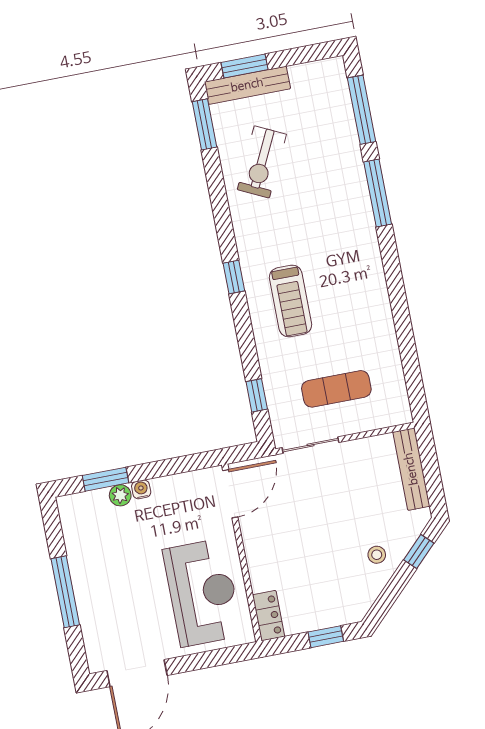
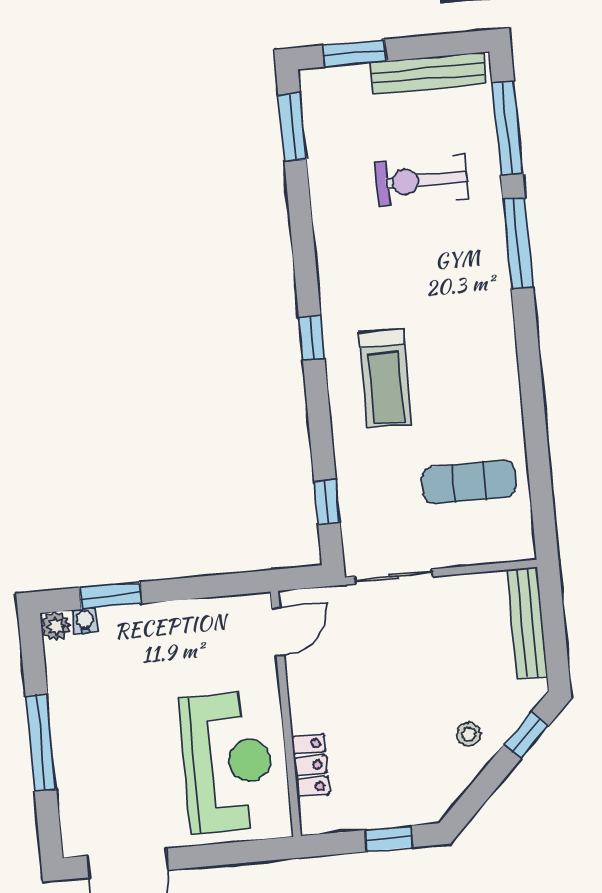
bench: (247, 85) -> (428, 73), moved
exercise bike: (262, 162) -> (422, 180), moved, turned 64
exercise mat: (336, 389) -> (469, 482), moved
water cooler: (141, 489) -> (85, 621), moved
door: (230, 494) -> (278, 632), width x0.73
plant: (120, 495) -> (56, 626), moved
locker: (269, 616) -> (310, 765), moved

